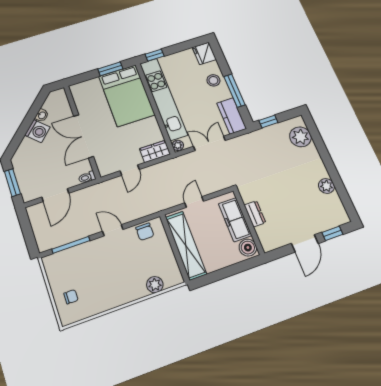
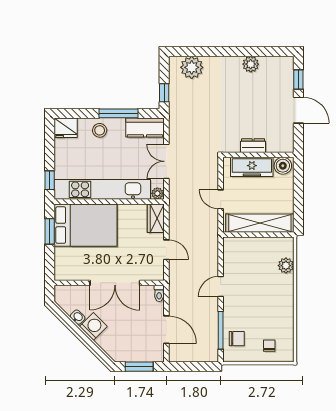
chair: (145, 232) -> (237, 339), moved

